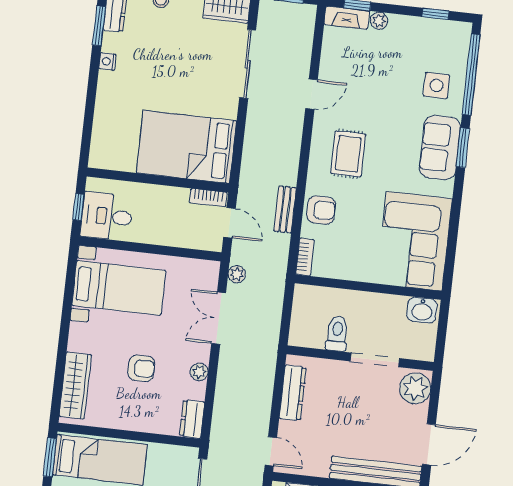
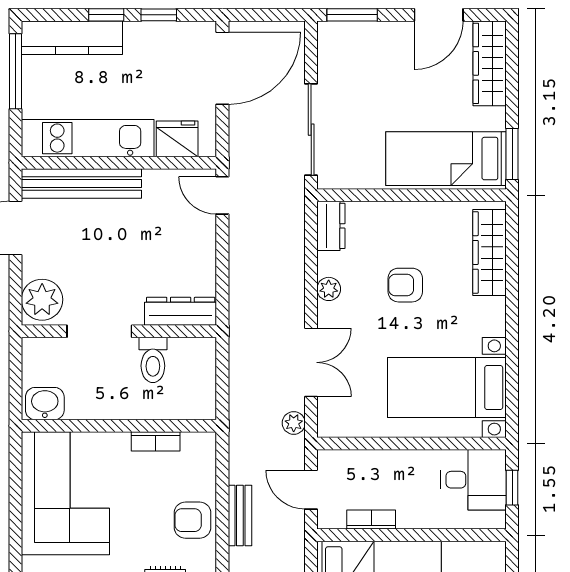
bookcase: (208, 198) -> (371, 519), moved
bookcase: (305, 257) -> (156, 441), moved, turned -90
dresser: (293, 393) -> (181, 311), moved, turned 90

